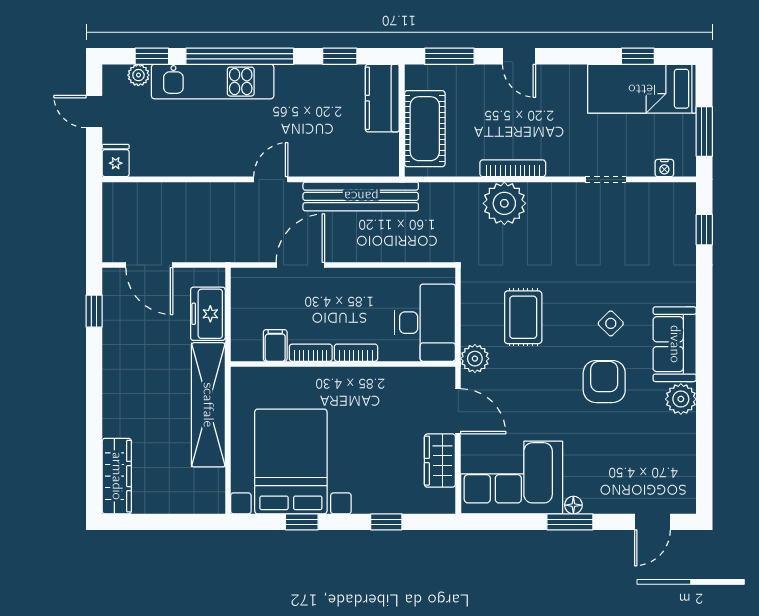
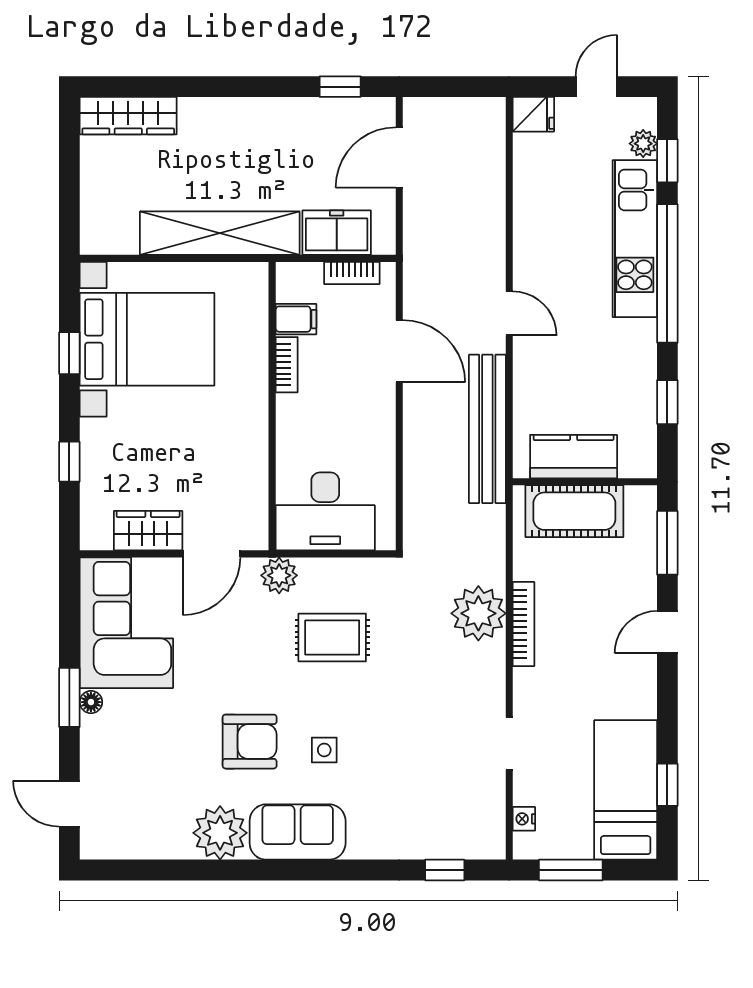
kitchen counter: (382, 98) -> (574, 457), moved
side table: (611, 323) -> (324, 750), turned 45
bookcase: (356, 353) -> (352, 273), moved, turned 90
plant: (681, 399) -> (220, 833), width x1.36, depth x1.36

